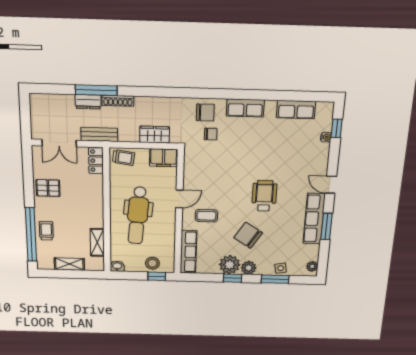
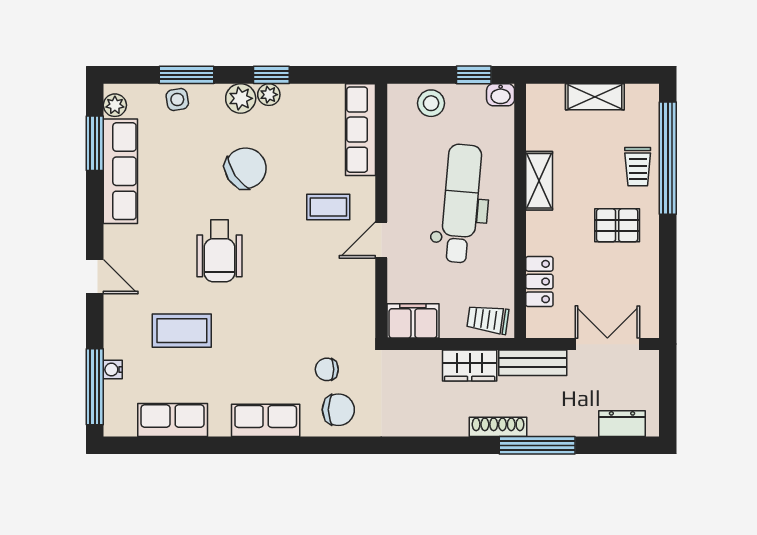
dresser: (88, 102) -> (622, 424), moved
chair: (205, 112) -> (338, 410), turned 180
window: (337, 128) -> (95, 387), width x2.17
wardrobe: (155, 134) -> (470, 366), moved
coffee table: (287, 156) -> (182, 331), added
locker: (96, 161) -> (539, 282), moved
pallet: (48, 188) -> (617, 225), moved
row of seats: (314, 219) -> (120, 171), moved
window: (326, 226) -> (95, 143), moved
chair: (248, 235) -> (246, 168), turned -67
shelving: (97, 242) -> (539, 181), moved
plant: (230, 265) -> (269, 95), width x0.53, depth x0.53
window: (157, 276) -> (474, 75), moved

